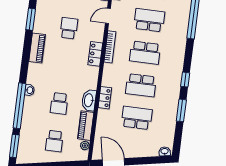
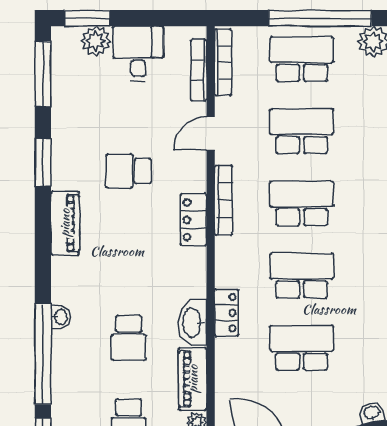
school desk: (69, 28) -> (129, 171), turned -90
school desk: (145, 53) -> (302, 203), turned 180
school desk: (141, 85) -> (302, 275), turned 180

